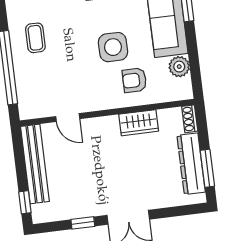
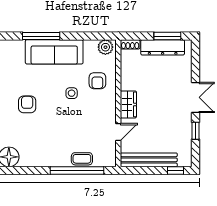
coffee table: (35, 38) -> (82, 159), moved
side table: (113, 47) -> (72, 93), width x0.54, depth x0.54
plant: (179, 67) -> (105, 47), moved
wardrobe: (139, 123) -> (128, 104), moved

